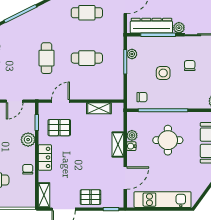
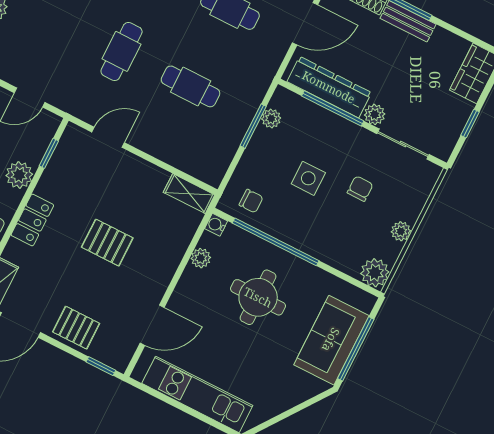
shelving: (99, 108) -> (189, 194), moved
pallet: (59, 128) -> (107, 243), moved
shelving: (118, 144) -> (169, 261), removed
water cooler: (131, 146) -> (216, 225), moved

